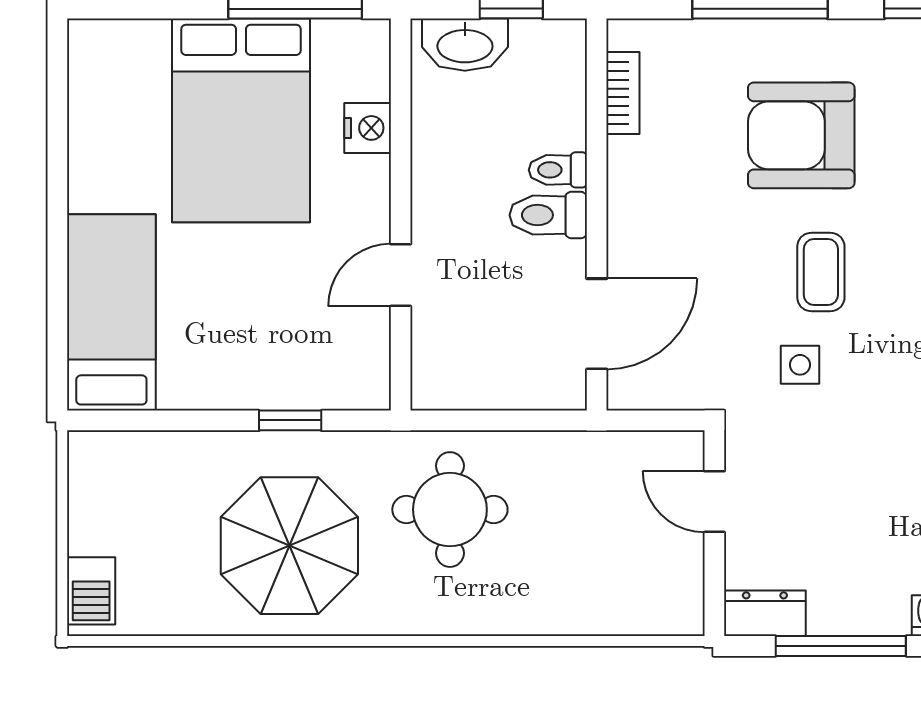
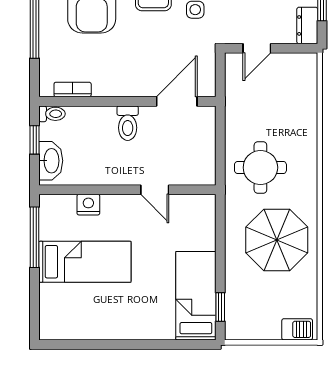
bed: (241, 120) -> (85, 262), width x0.67
toilet: (558, 170) -> (52, 114), moved, turned -90
bed: (111, 312) -> (196, 296), moved, turned 90
door: (597, 324) -> (177, 101), hinge flipped
window: (290, 420) -> (220, 307), moved

